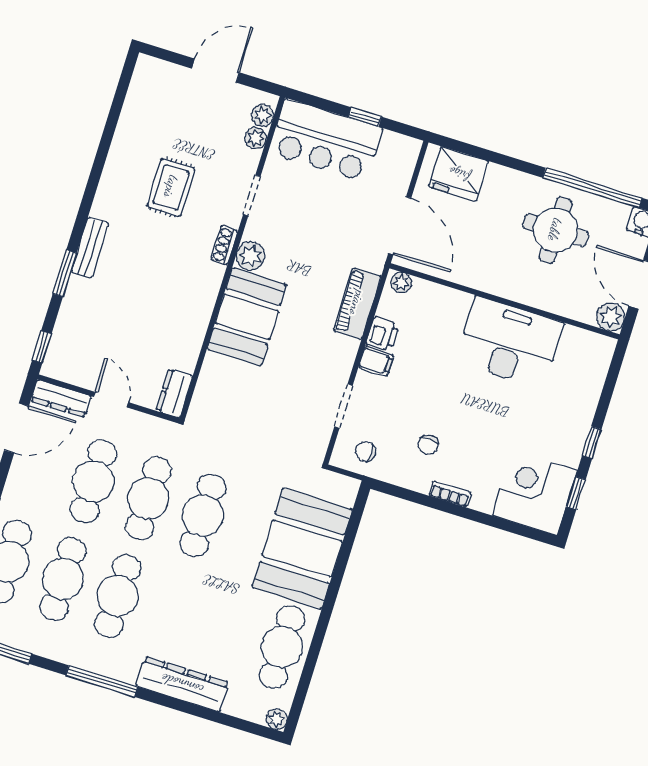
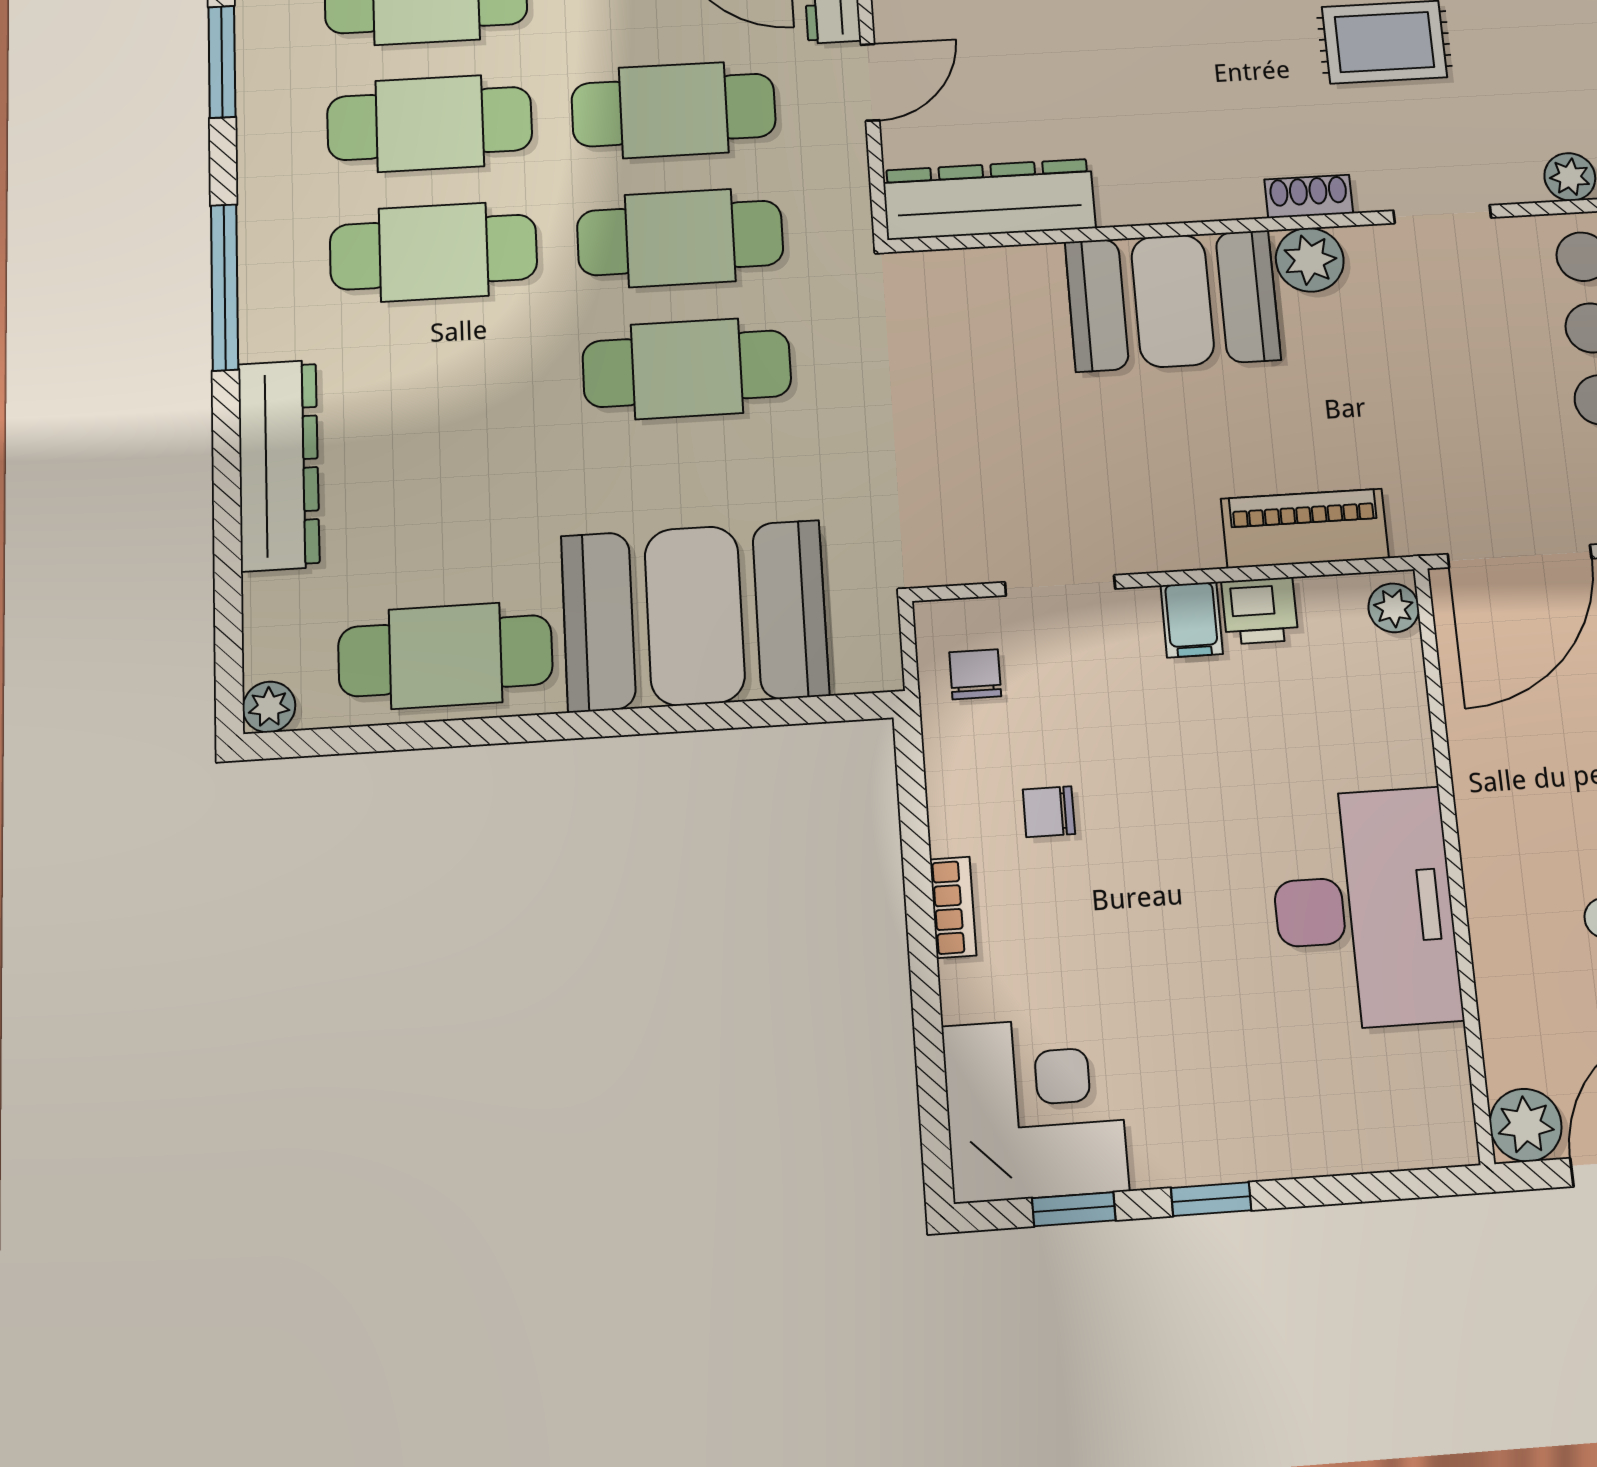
dresser: (174, 393) -> (989, 199), width x1.96, depth x1.24

